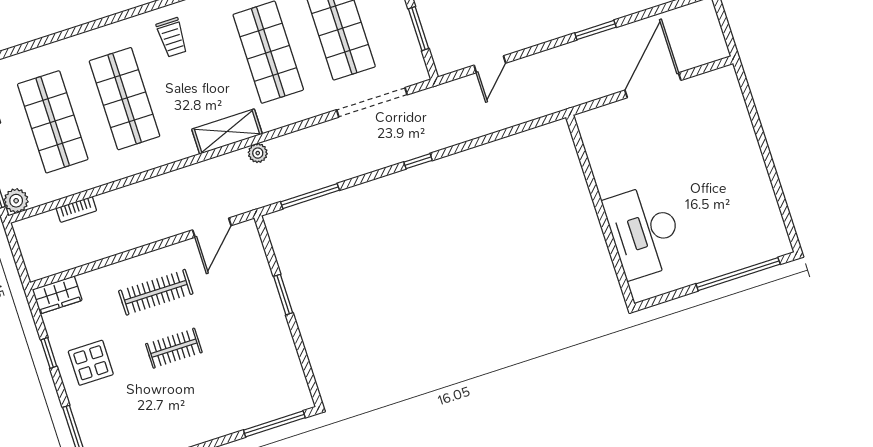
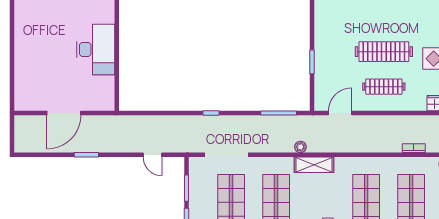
door: (490, 64) -> (152, 155), swing flipped
desk: (644, 231) -> (96, 49), moved
clothes rail: (174, 348) -> (384, 52), width x1.86, depth x1.31

